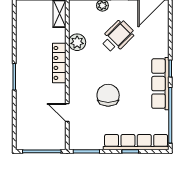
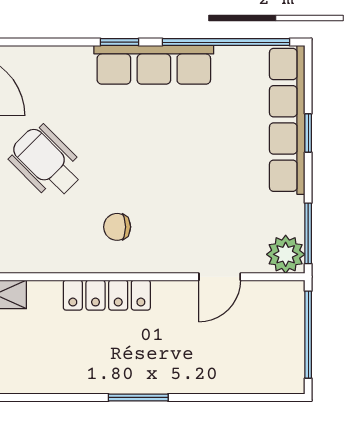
plant: (77, 42) -> (286, 254), moved
chair: (108, 95) -> (117, 227), moved, width x0.54, depth x0.54

